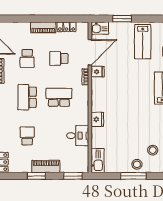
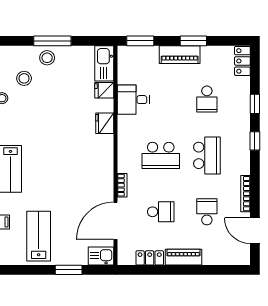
fridge: (98, 72) -> (104, 90), moved

